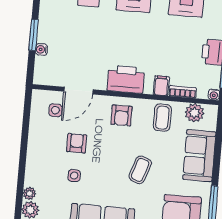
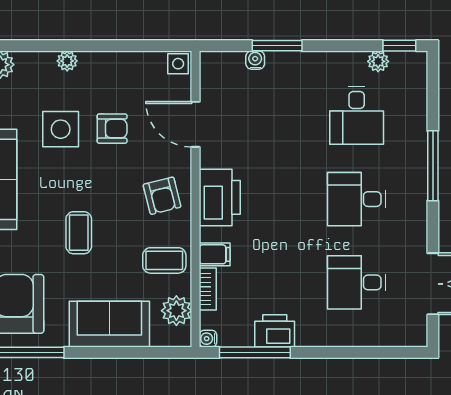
side table: (55, 110) -> (178, 64), moved
armchair: (122, 115) -> (162, 196), turned -104
coffee table: (140, 170) -> (79, 233), turned 72
side table: (74, 176) -> (61, 129), width x1.87, depth x1.87
plant: (29, 193) -> (67, 61), moved

